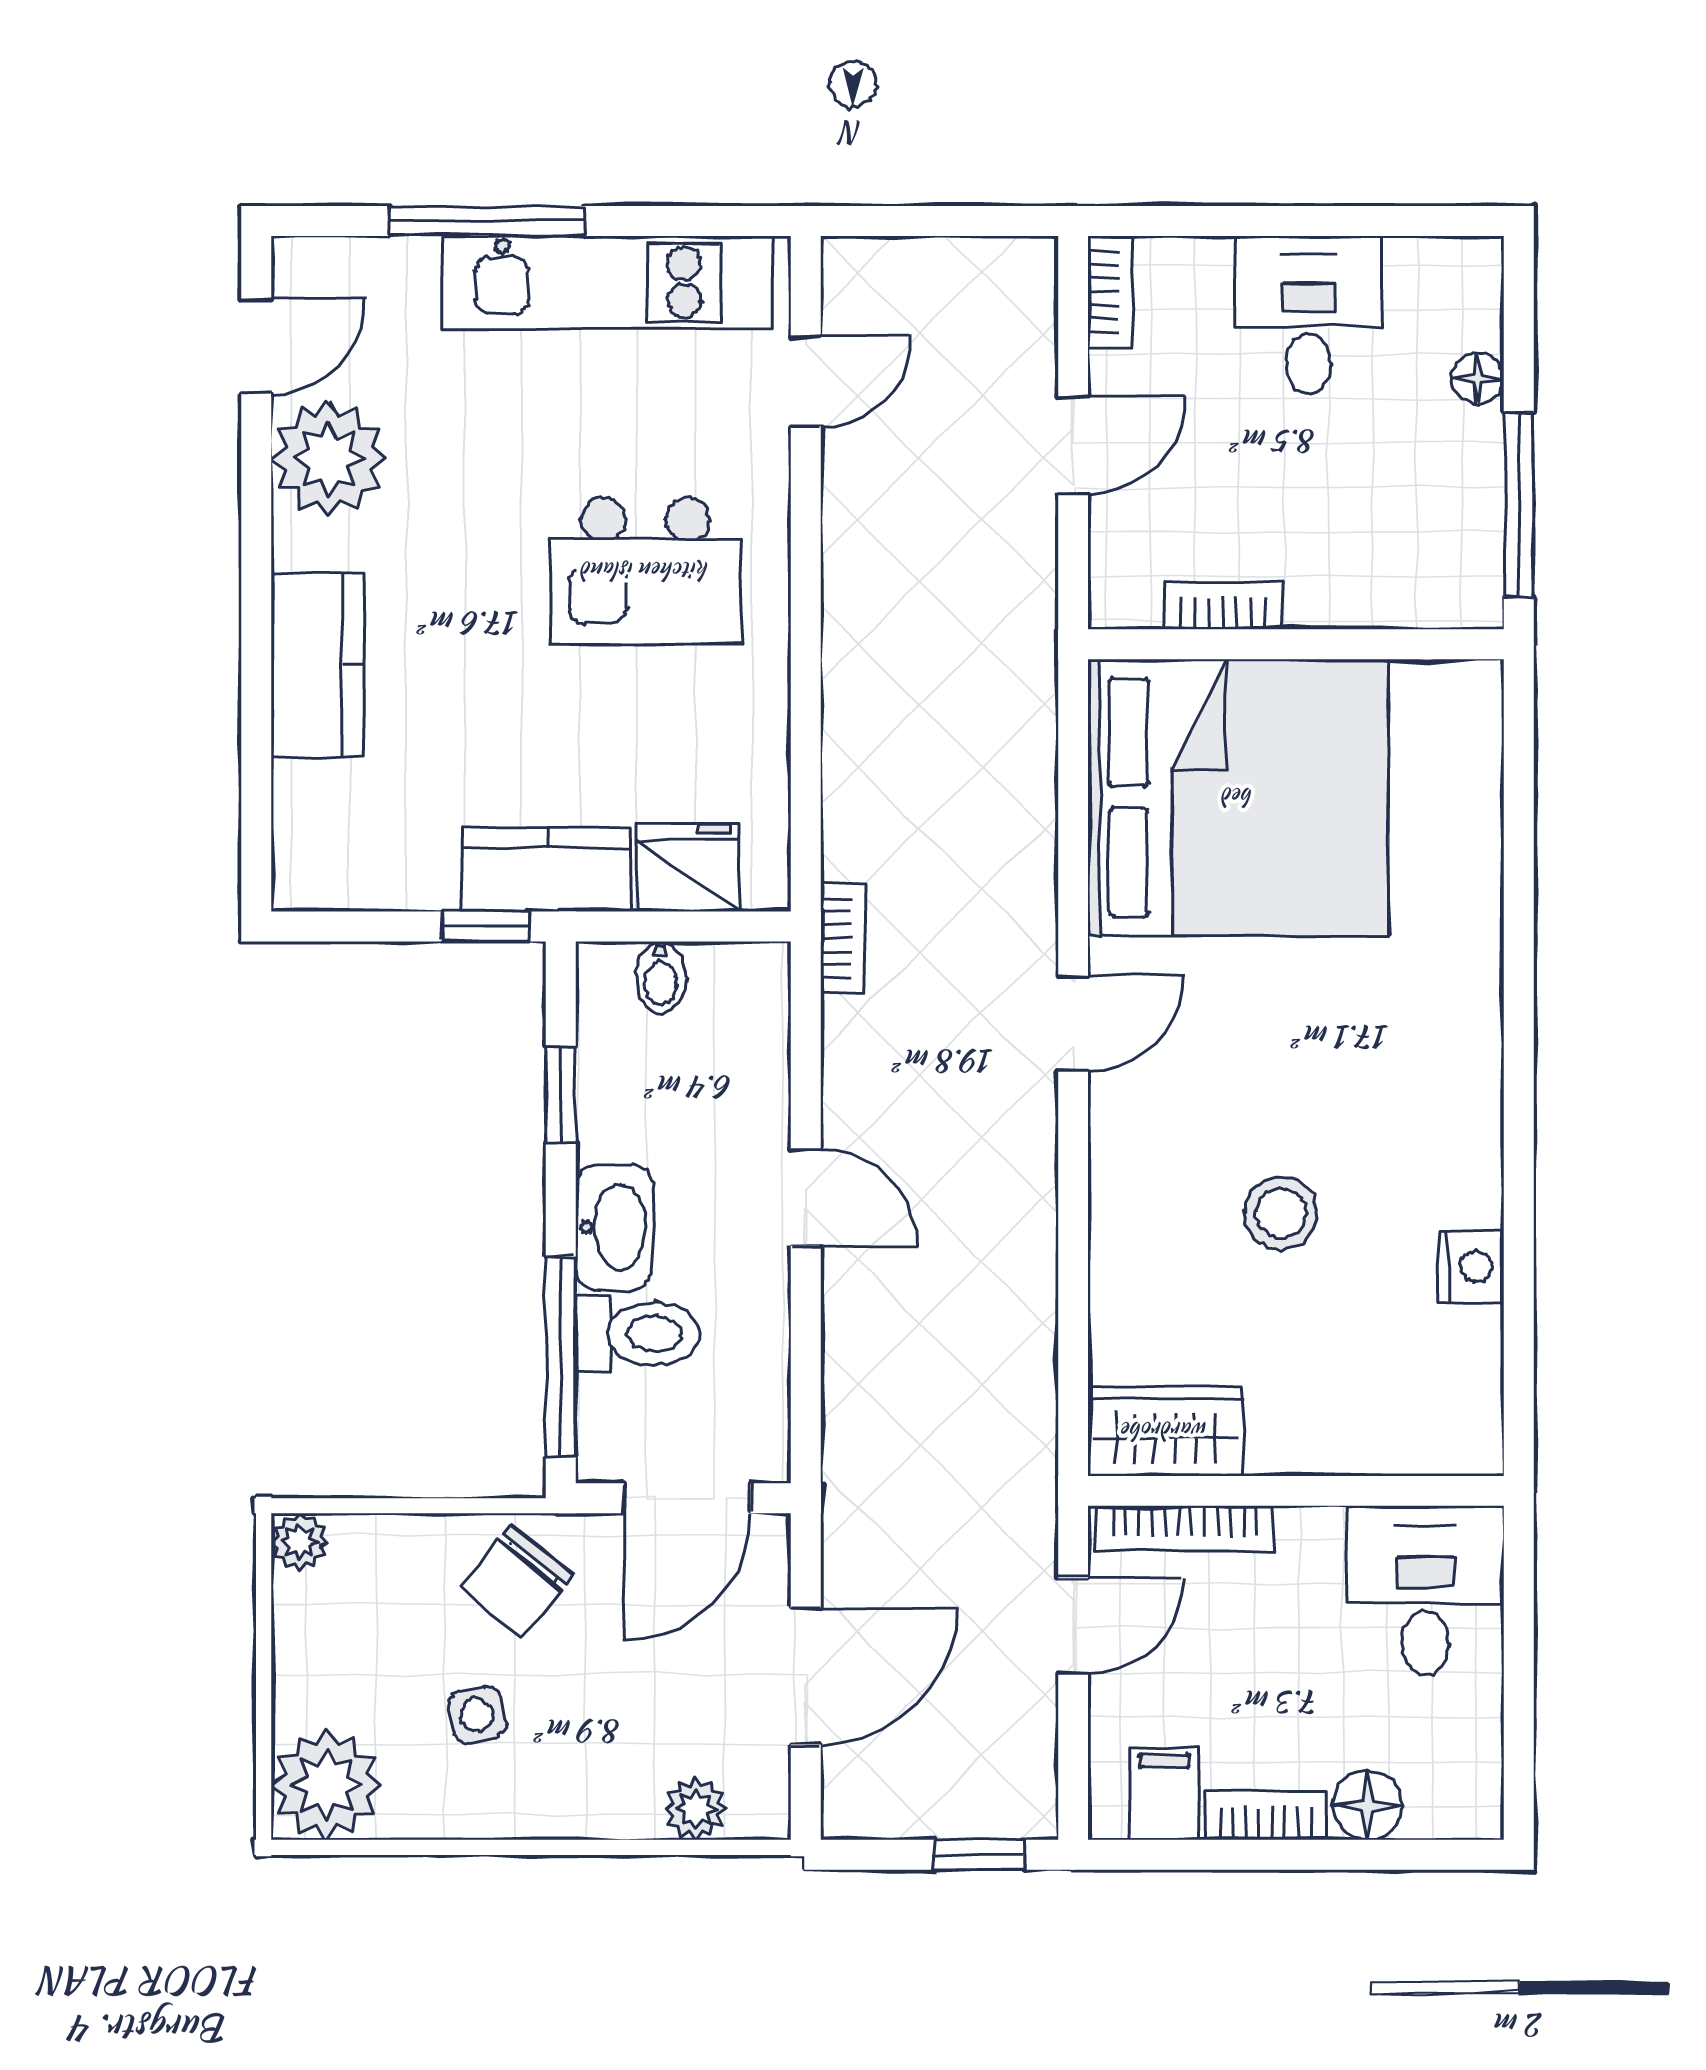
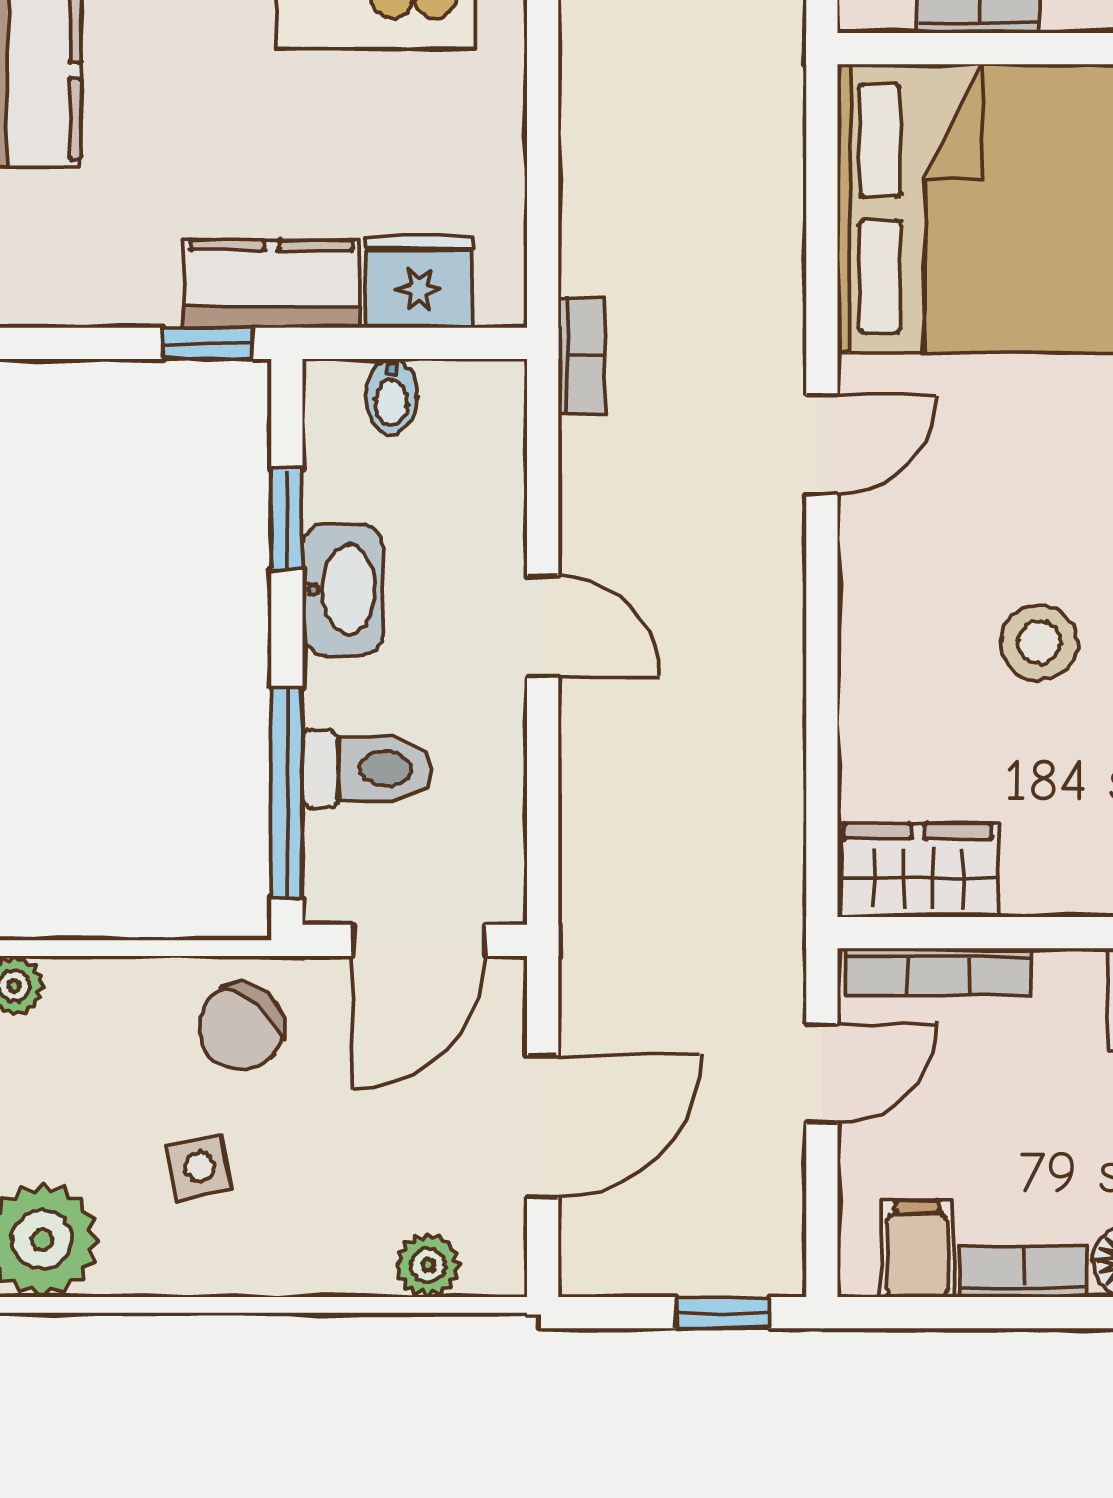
washbasin: (614, 1227) -> (343, 589), moved

